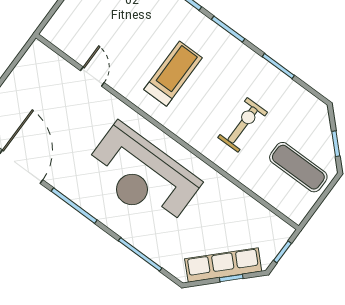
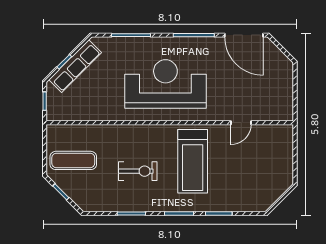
treadmill: (173, 74) -> (193, 161), width x1.37, depth x1.38
door: (92, 77) -> (241, 123), hinge flipped
exercise bike: (243, 125) -> (138, 171), moved, turned -90

